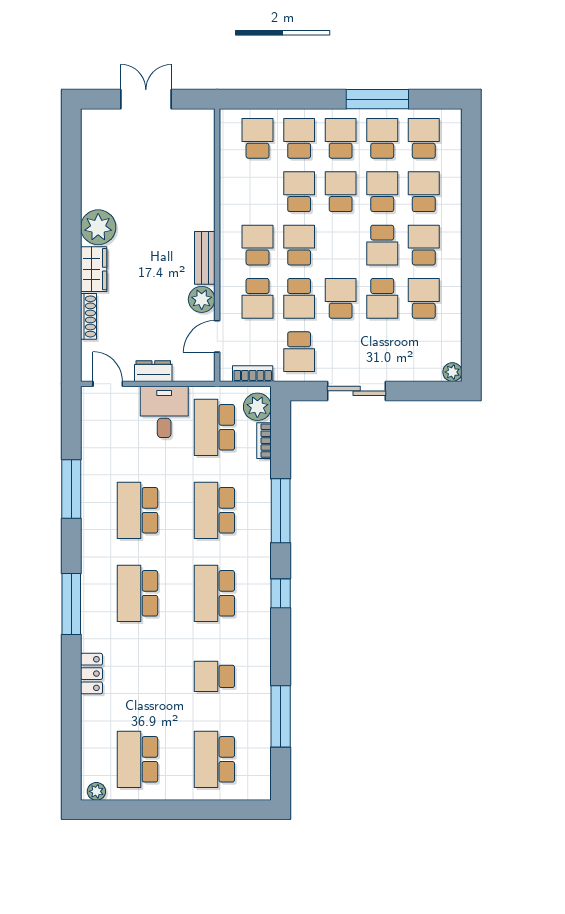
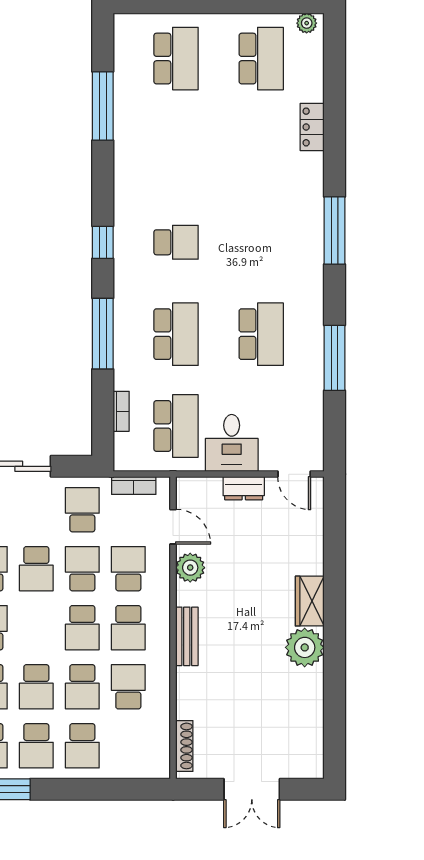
school desk: (258, 138) -> (128, 687), moved, turned 180
bench: (205, 258) -> (187, 636), moved
shoe rack: (88, 316) -> (184, 746), moved, turned 180
door: (217, 336) -> (173, 527), hinge flipped
plant: (257, 407) -> (128, 449), removed
school desk: (137, 593) -> (261, 242), removed
school desk: (214, 593) -> (176, 242), width x0.54
locker: (91, 674) -> (312, 127), moved
school desk: (214, 676) -> (176, 150), removed

